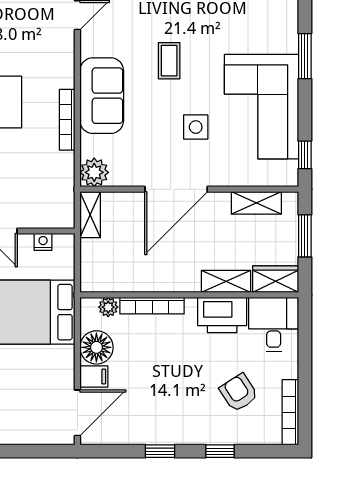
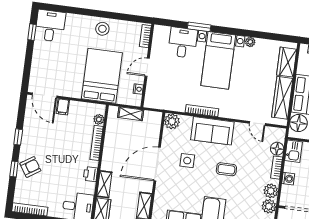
side table: (196, 127) -> (187, 161), moved
door: (176, 189) -> (157, 164), hinge flipped
shelving: (90, 215) -> (131, 114), moved
printer: (222, 315) -> (90, 174), width x0.53, depth x0.68
floor lamp: (96, 347) -> (78, 110), removed
armchair: (239, 393) -> (30, 167), moved

